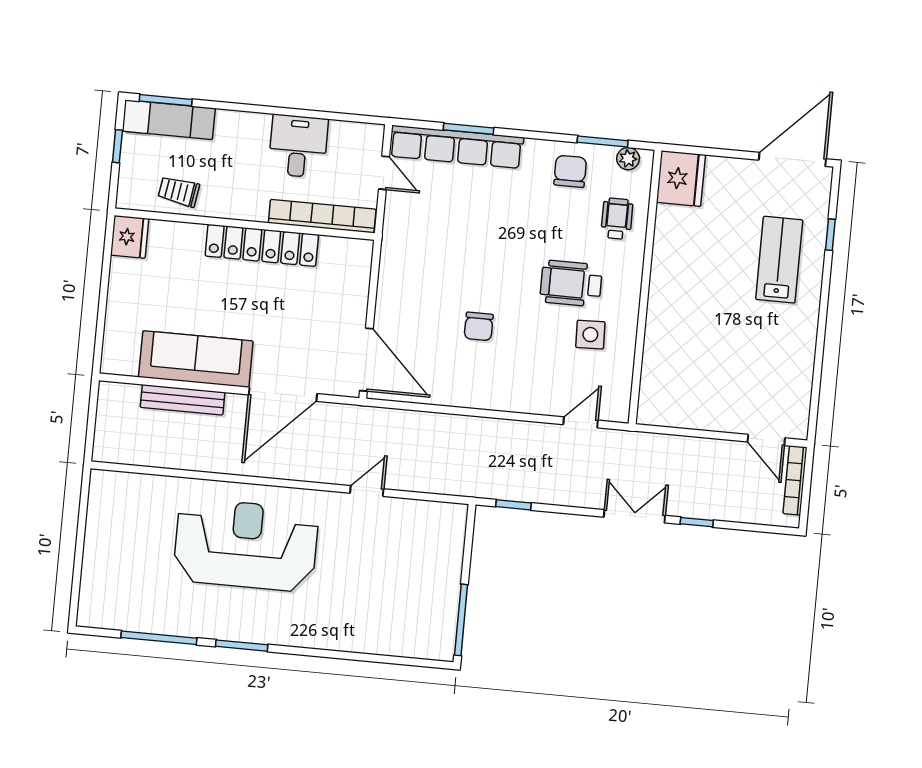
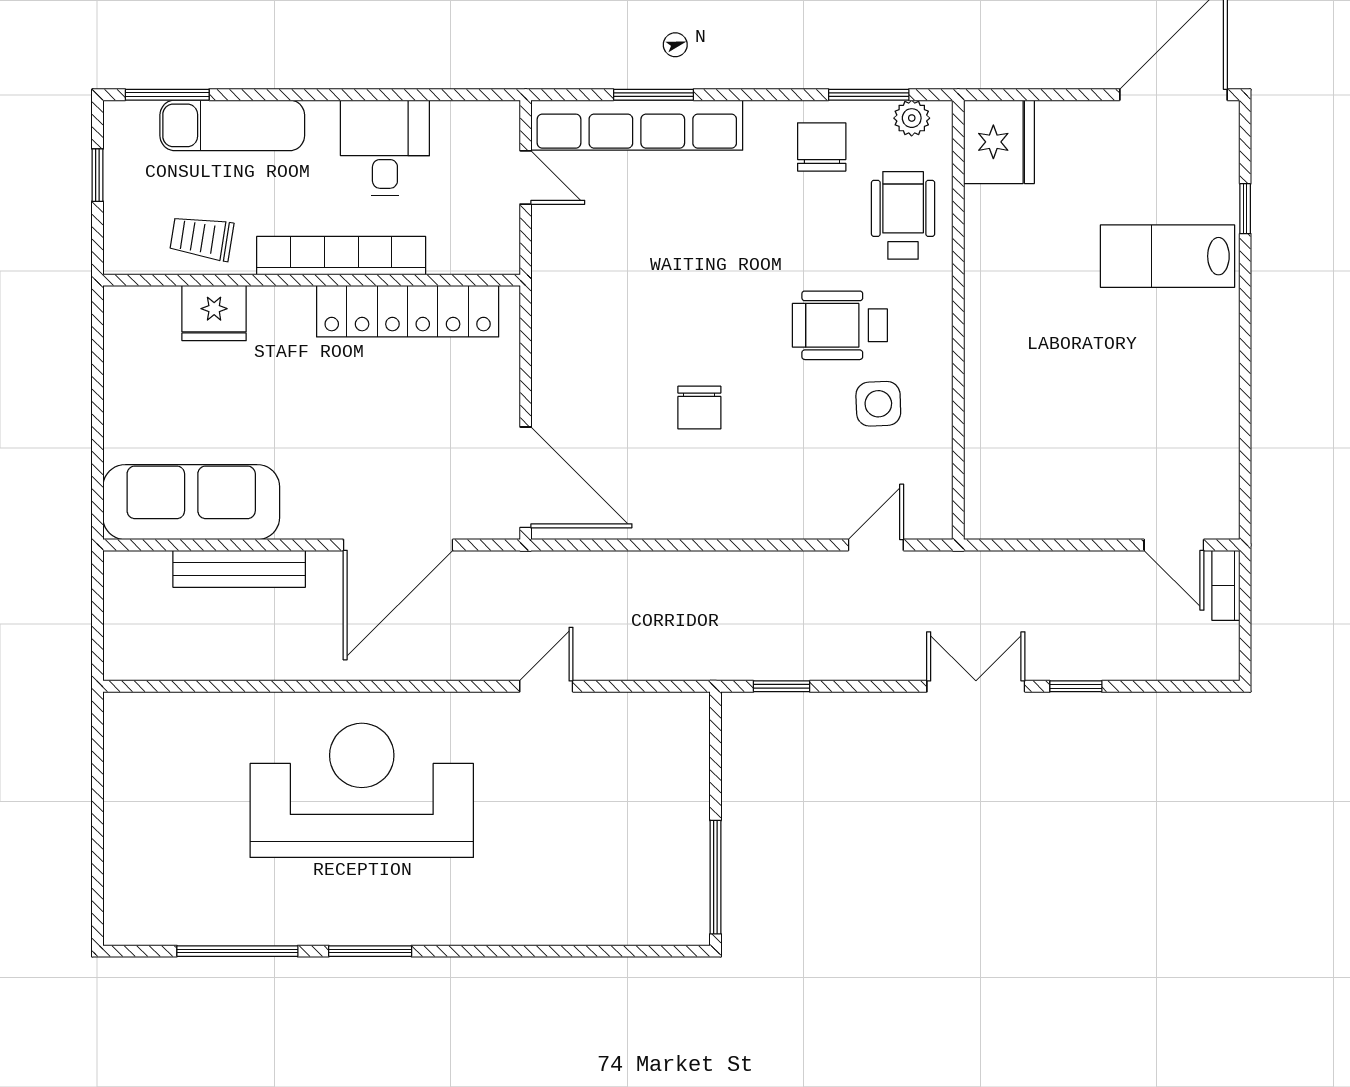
exam couch: (169, 120) -> (232, 125), moved
bookcase: (322, 216) -> (341, 256), moved
wheelchair: (617, 219) -> (903, 215), width x1.36, depth x1.37
fridge: (130, 237) -> (214, 313), moved, turned 90
locker: (262, 245) -> (408, 311), moved
lab bench: (779, 260) -> (1168, 256), turned -90
sofa: (196, 359) -> (191, 502), moved
bookcase: (795, 480) -> (1226, 585), width x0.64

